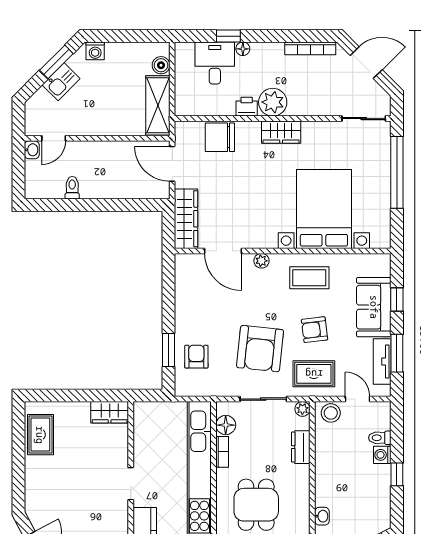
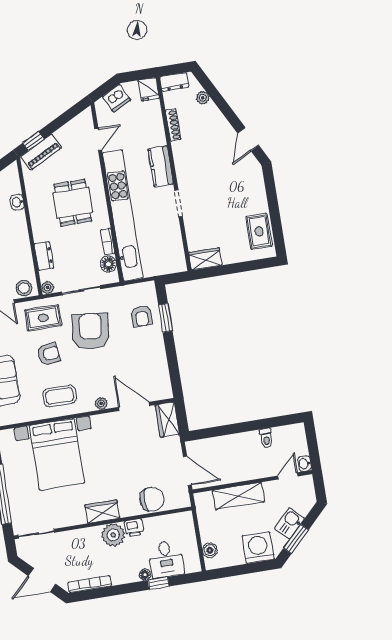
washing machine: (95, 51) -> (258, 548), width x1.89, depth x1.89
shelving: (158, 105) -> (238, 496), moved, turned 90
wardrobe: (186, 219) -> (167, 420), width x0.67

